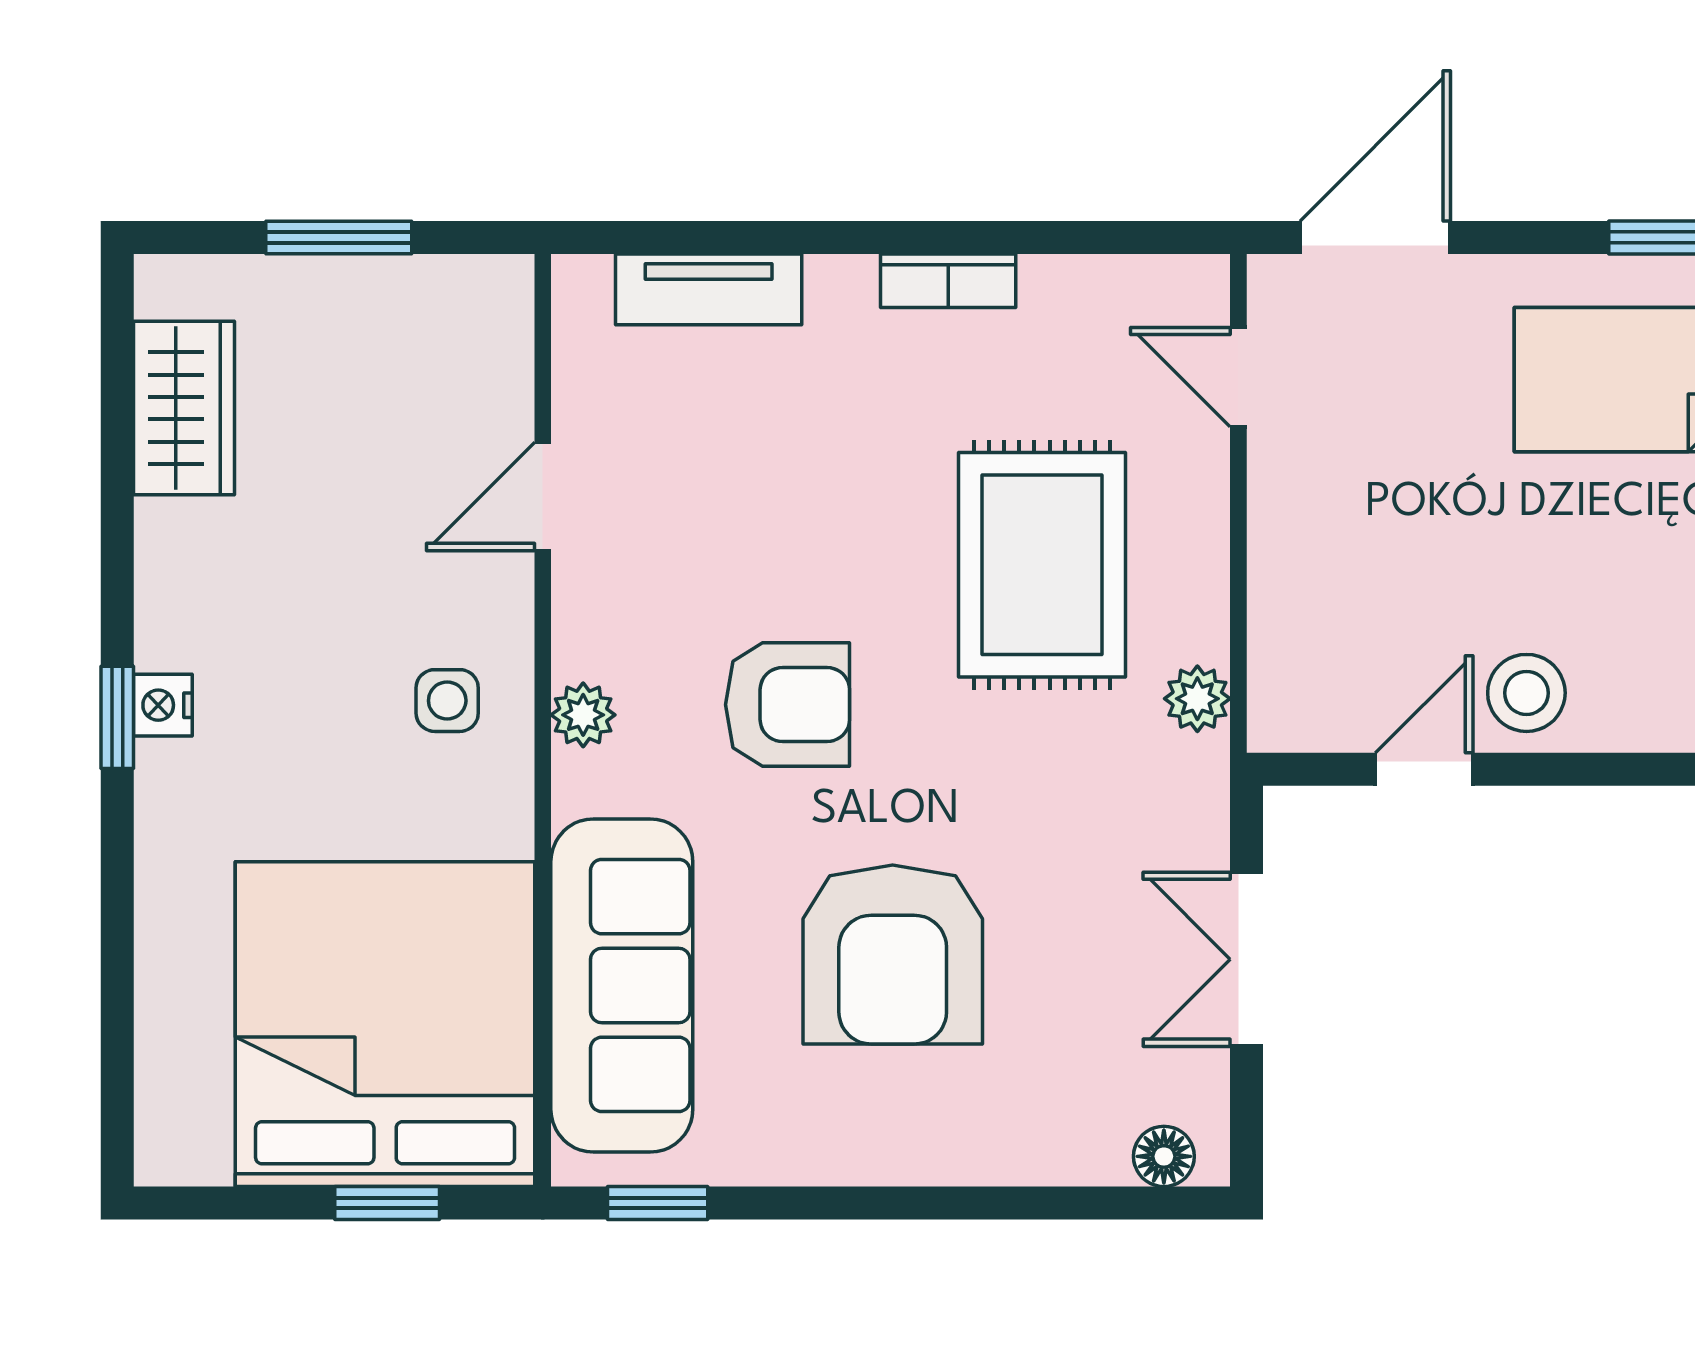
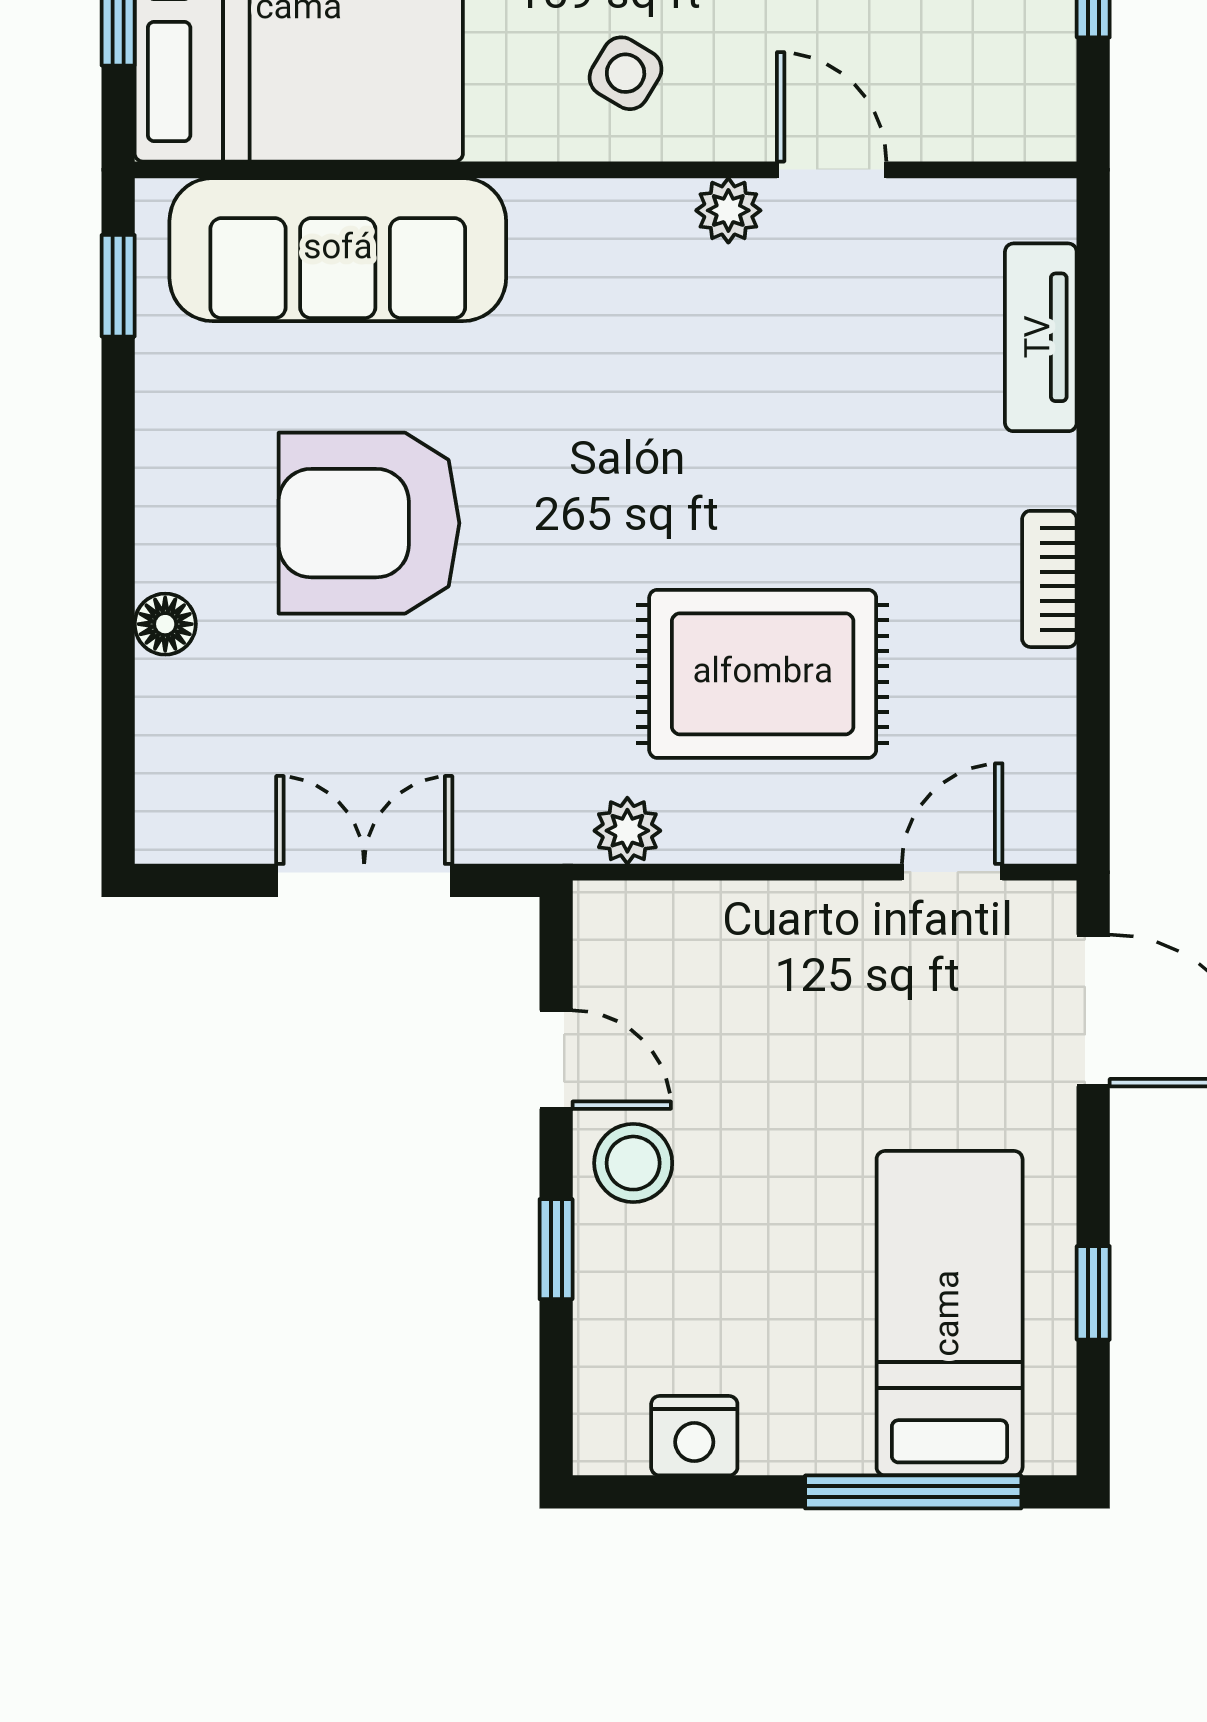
side table: (447, 701) -> (626, 73), turned 31
armchair: (787, 705) -> (621, 417), removed
plant: (583, 715) -> (728, 210), moved
window: (1612, 769) -> (556, 1249), added
floor lamp: (1164, 1156) -> (165, 624), moved

